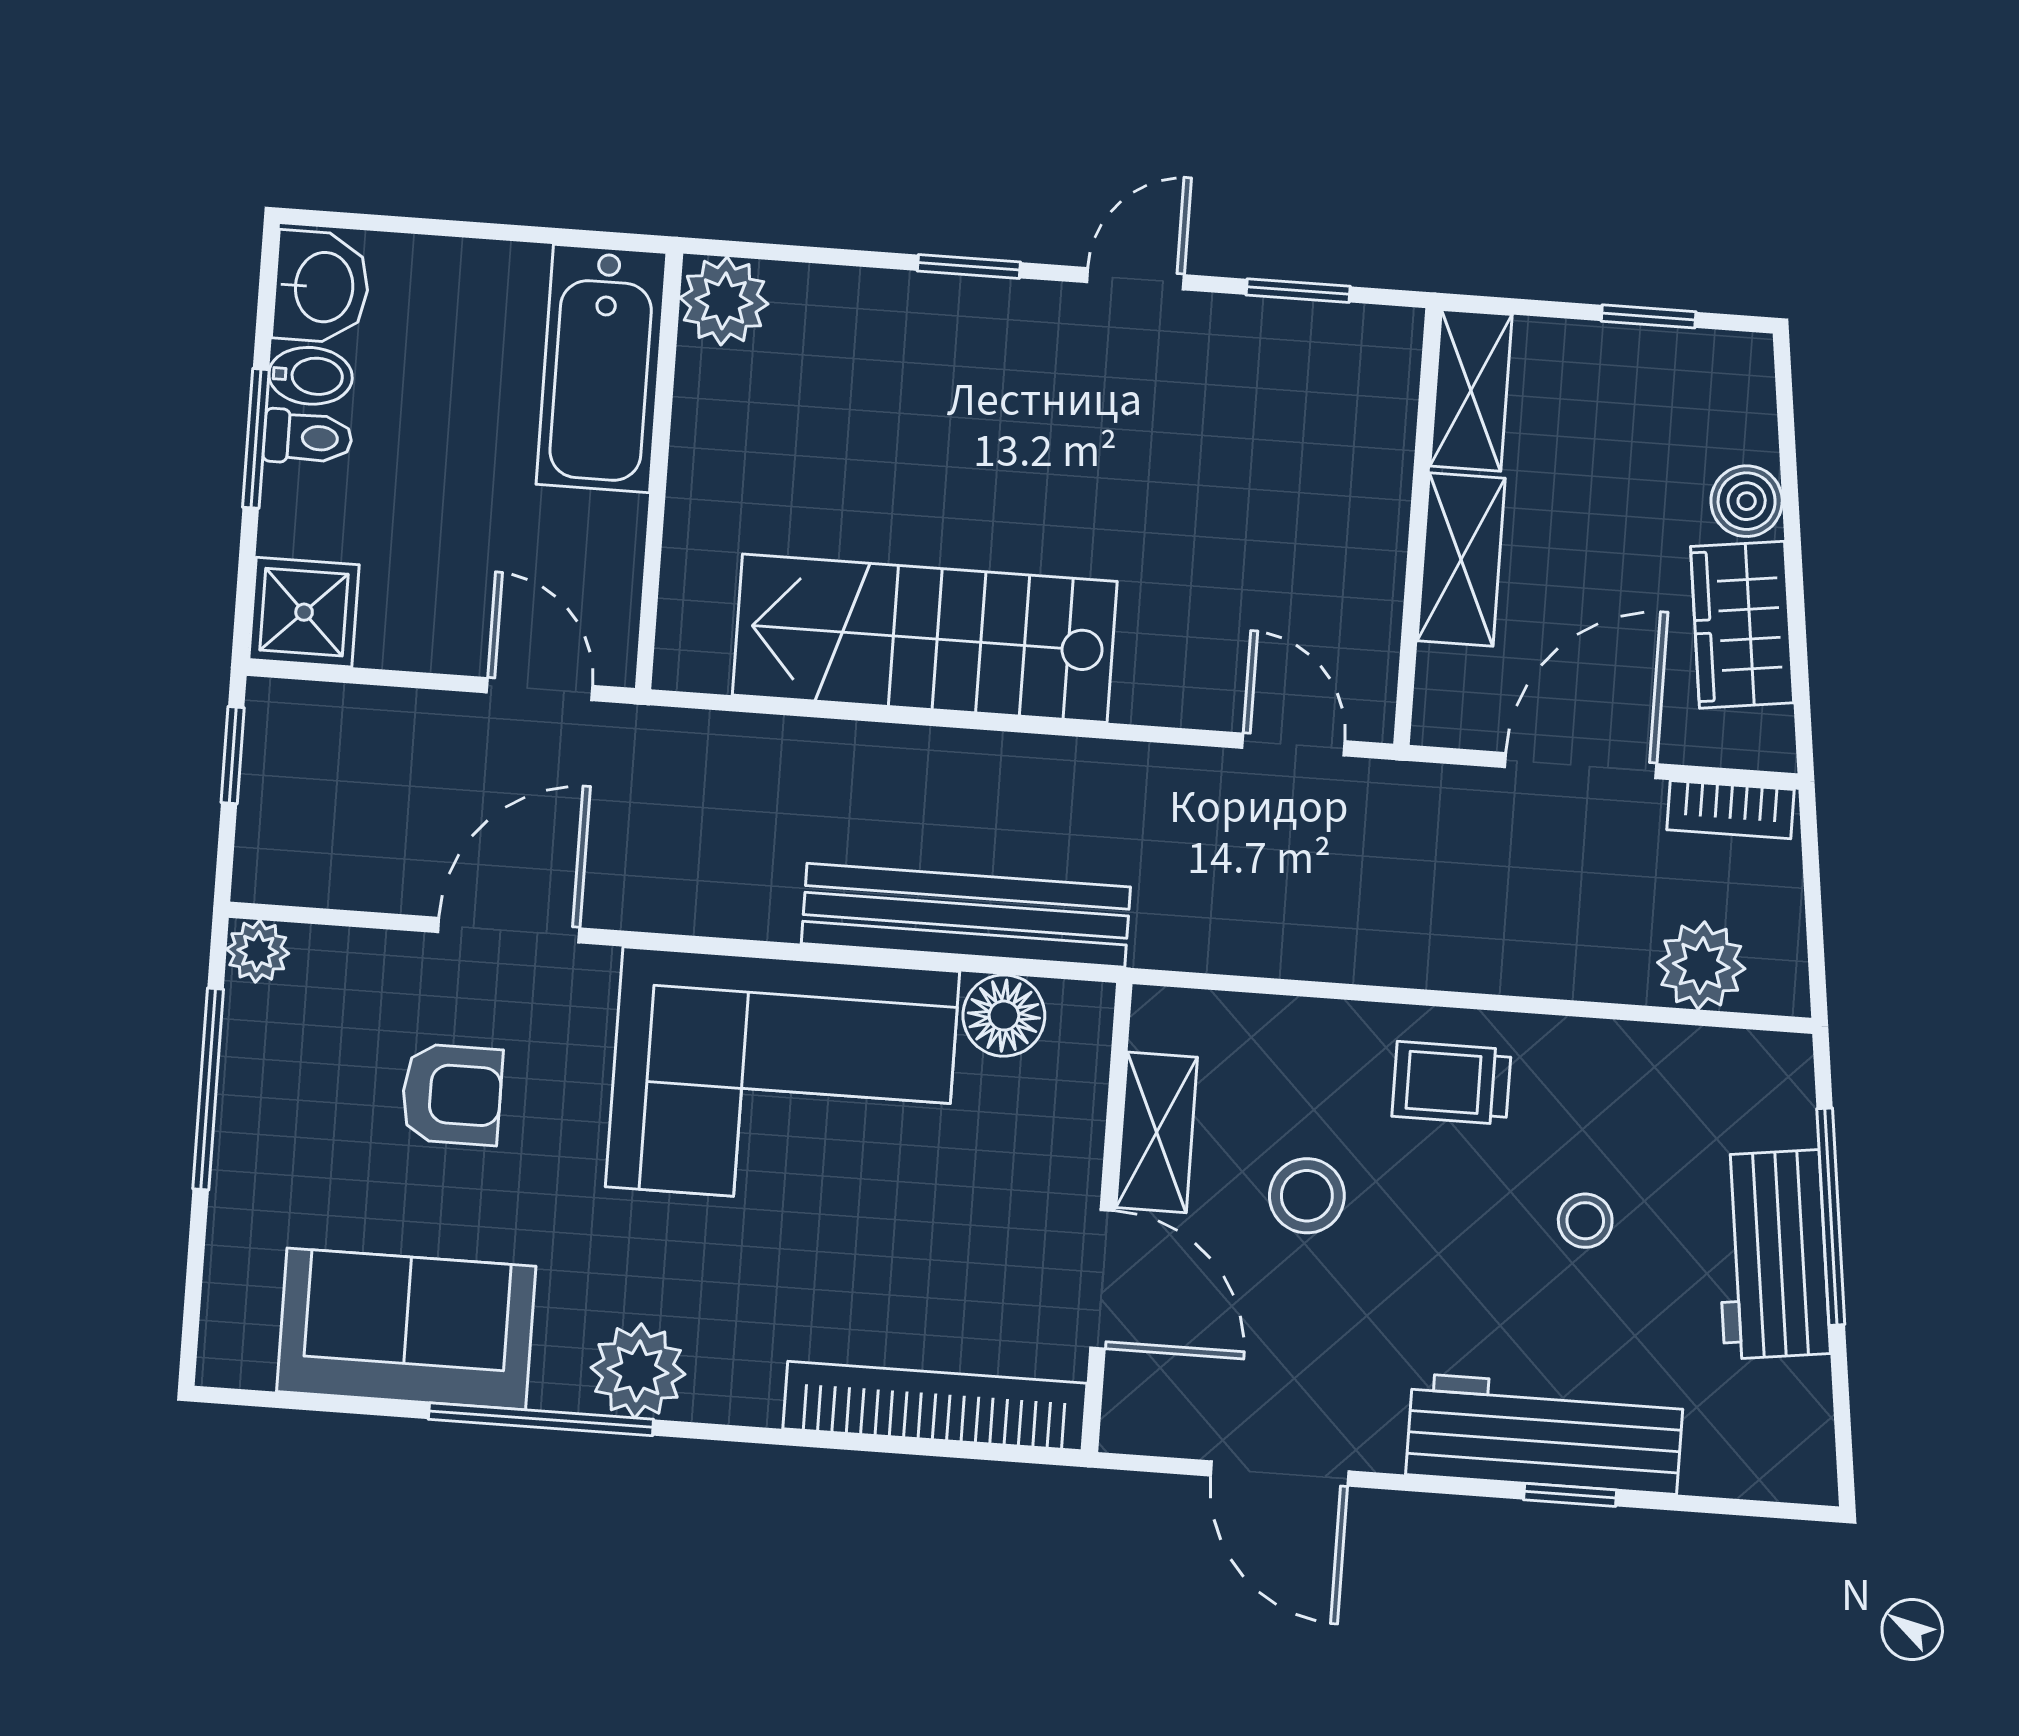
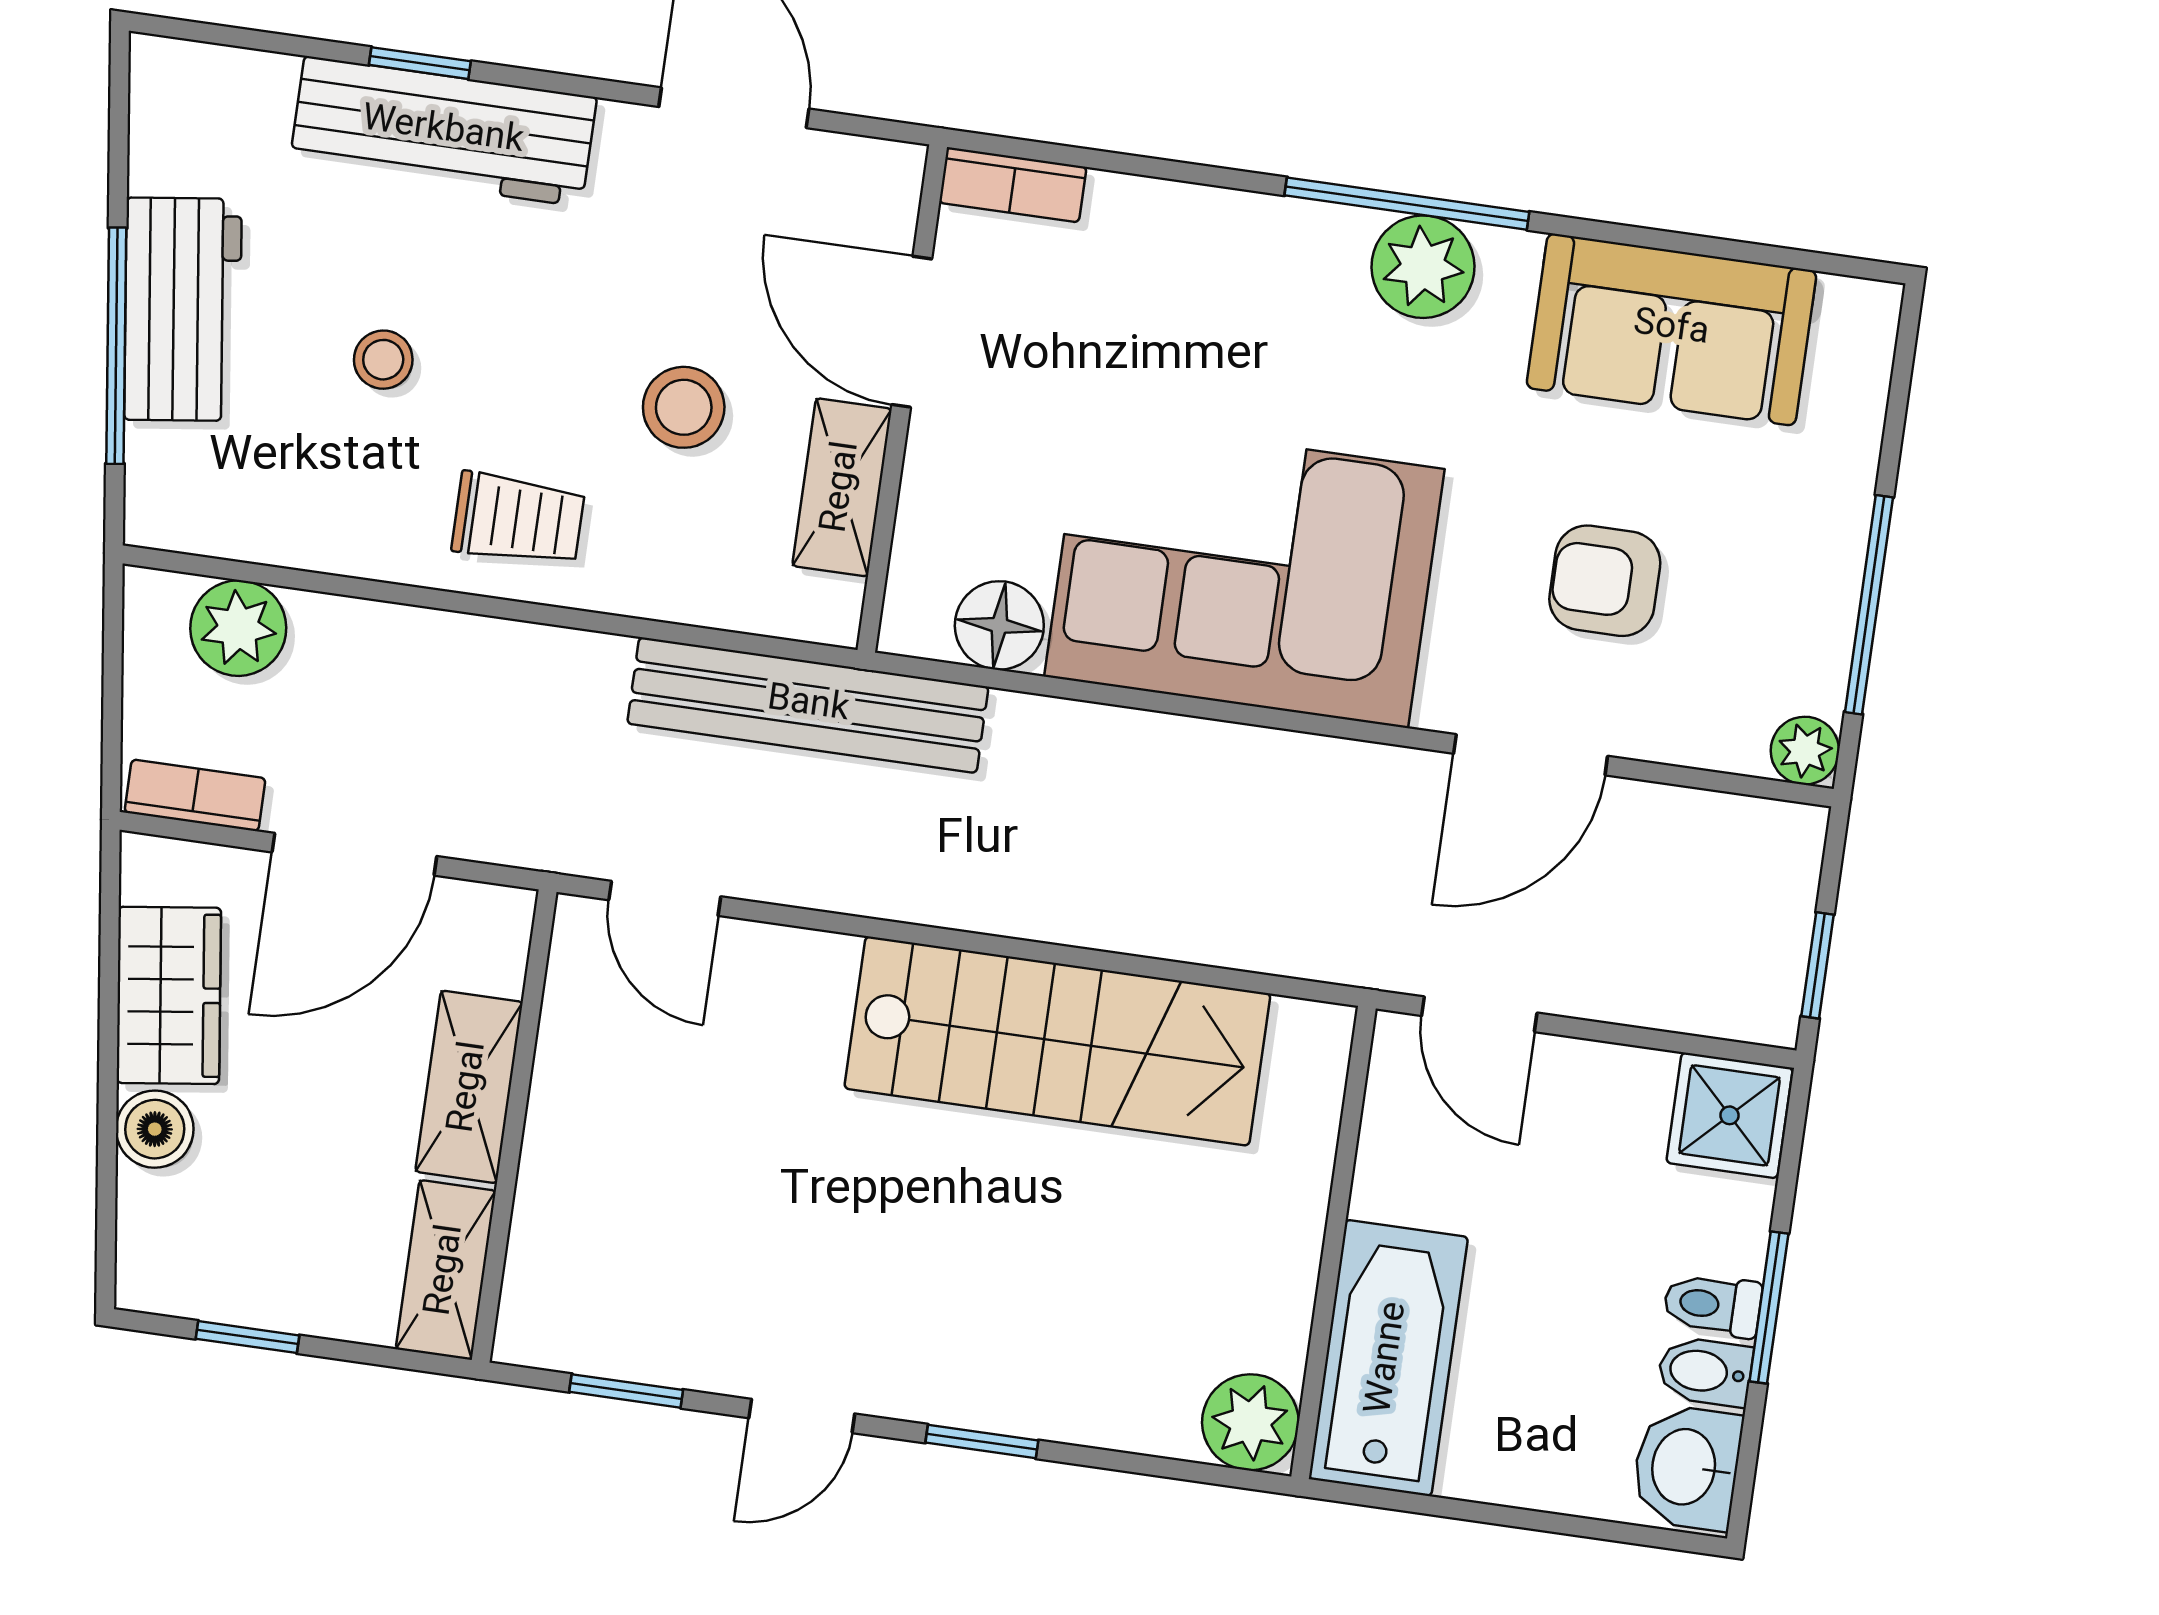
bench: (966, 915) -> (808, 705), moved
bookcase: (935, 1406) -> (1013, 185), width x0.43, depth x0.76
window: (541, 1419) -> (1407, 204), moved

